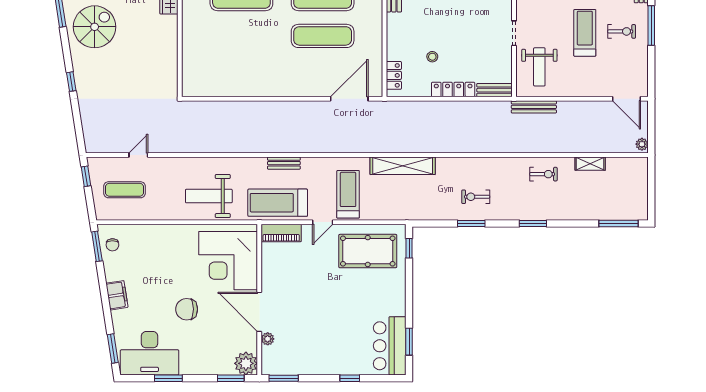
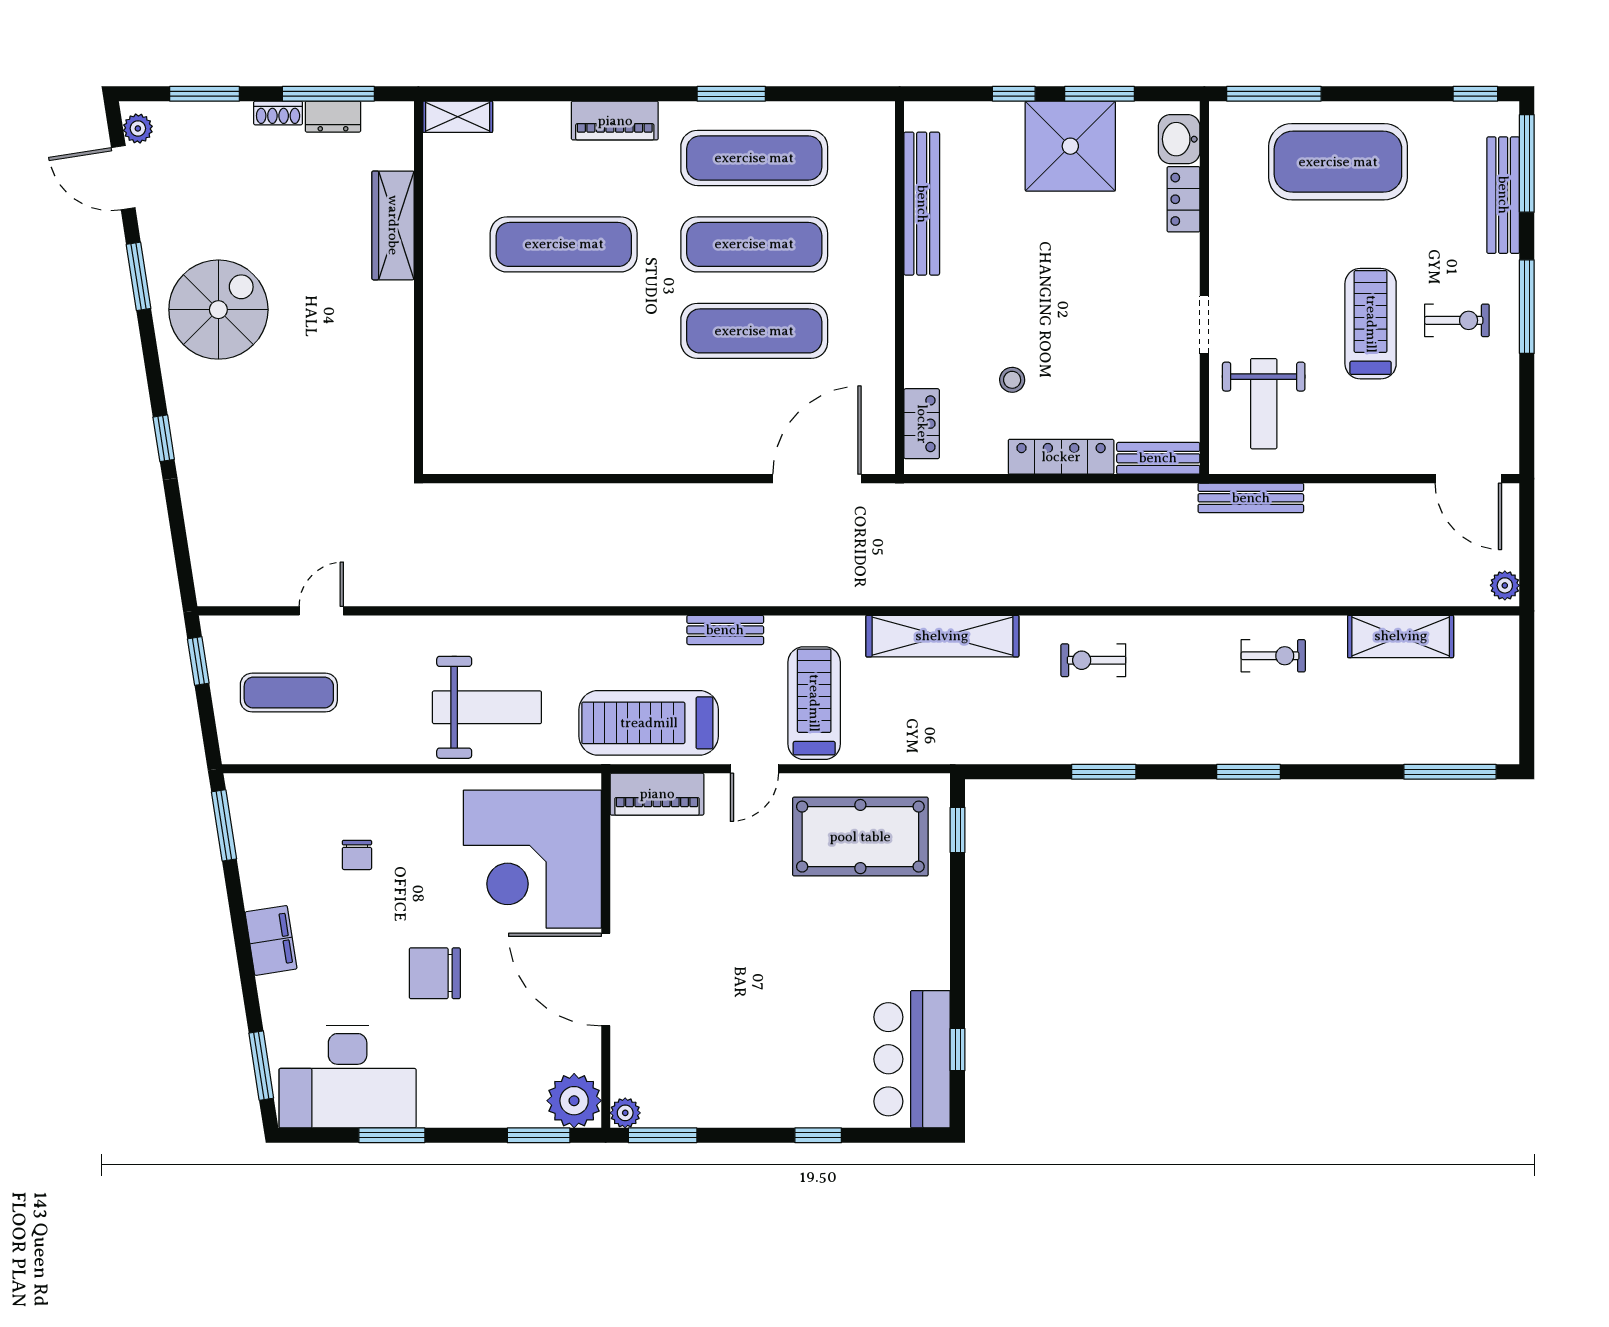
bench: (284, 163) -> (725, 630), moved
shelving: (590, 164) -> (1401, 636), width x1.50, depth x1.33
weight bench: (209, 196) -> (487, 707), turned 180
exercise bike: (476, 197) -> (1093, 660), moved
chair: (112, 245) -> (357, 855), moved
plant: (268, 339) -> (625, 1113), moved
window: (409, 342) -> (958, 1050), width x0.67

